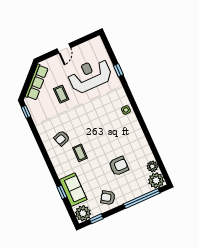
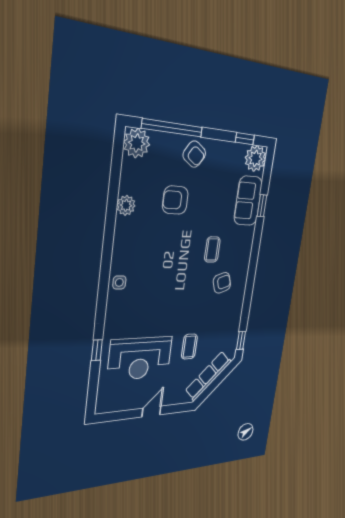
plant: (152, 166) -> (126, 205), moved
armchair: (108, 198) -> (194, 154), moved

